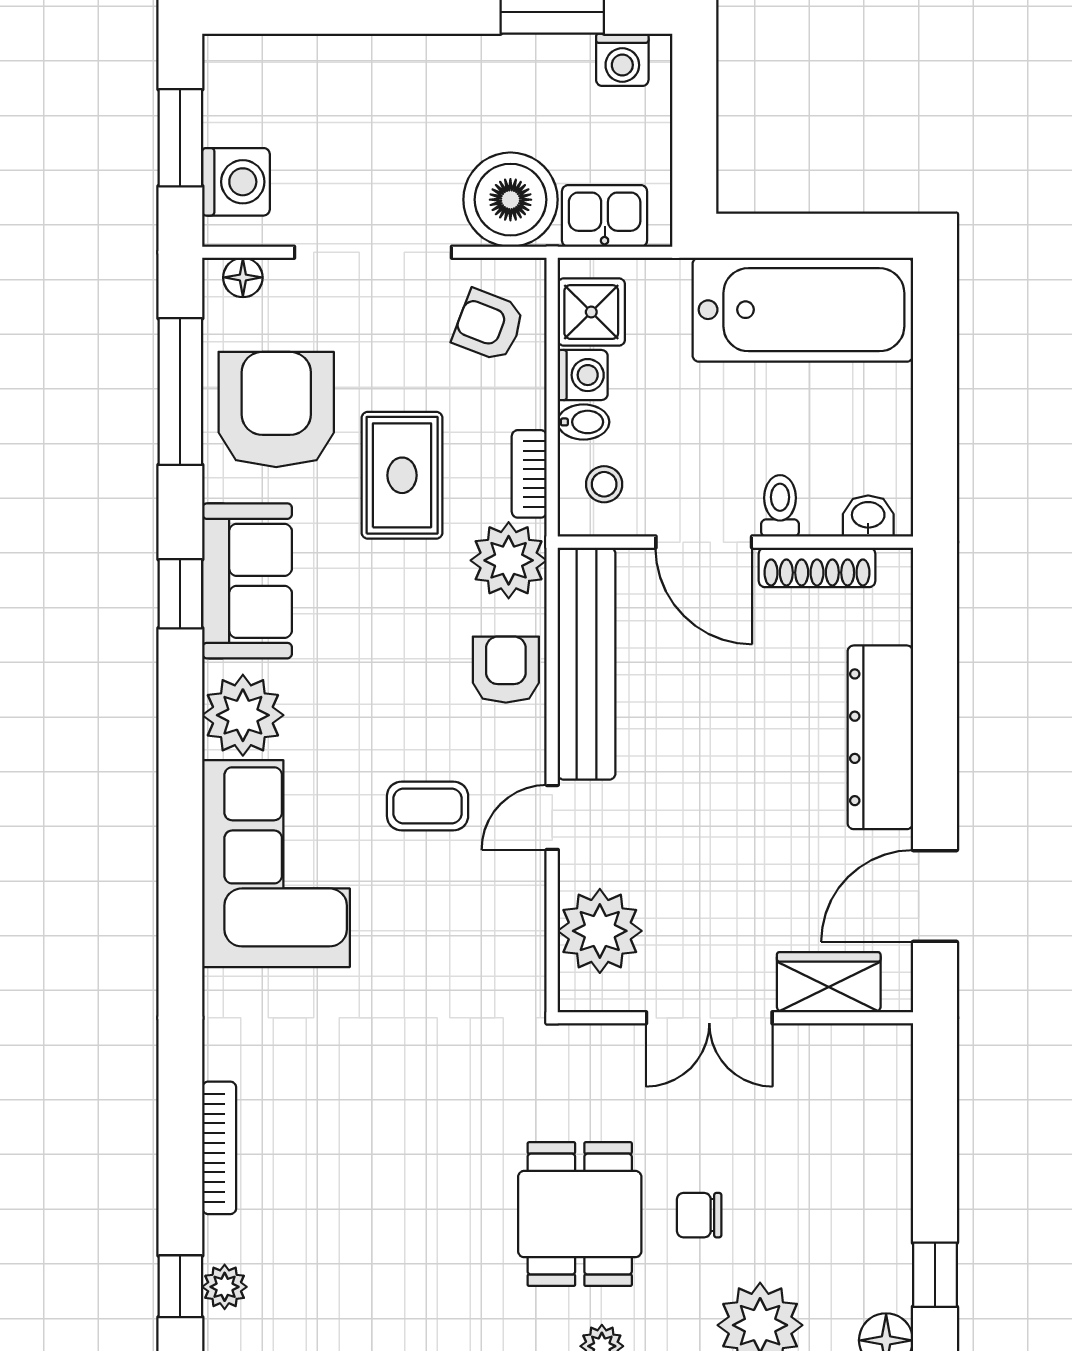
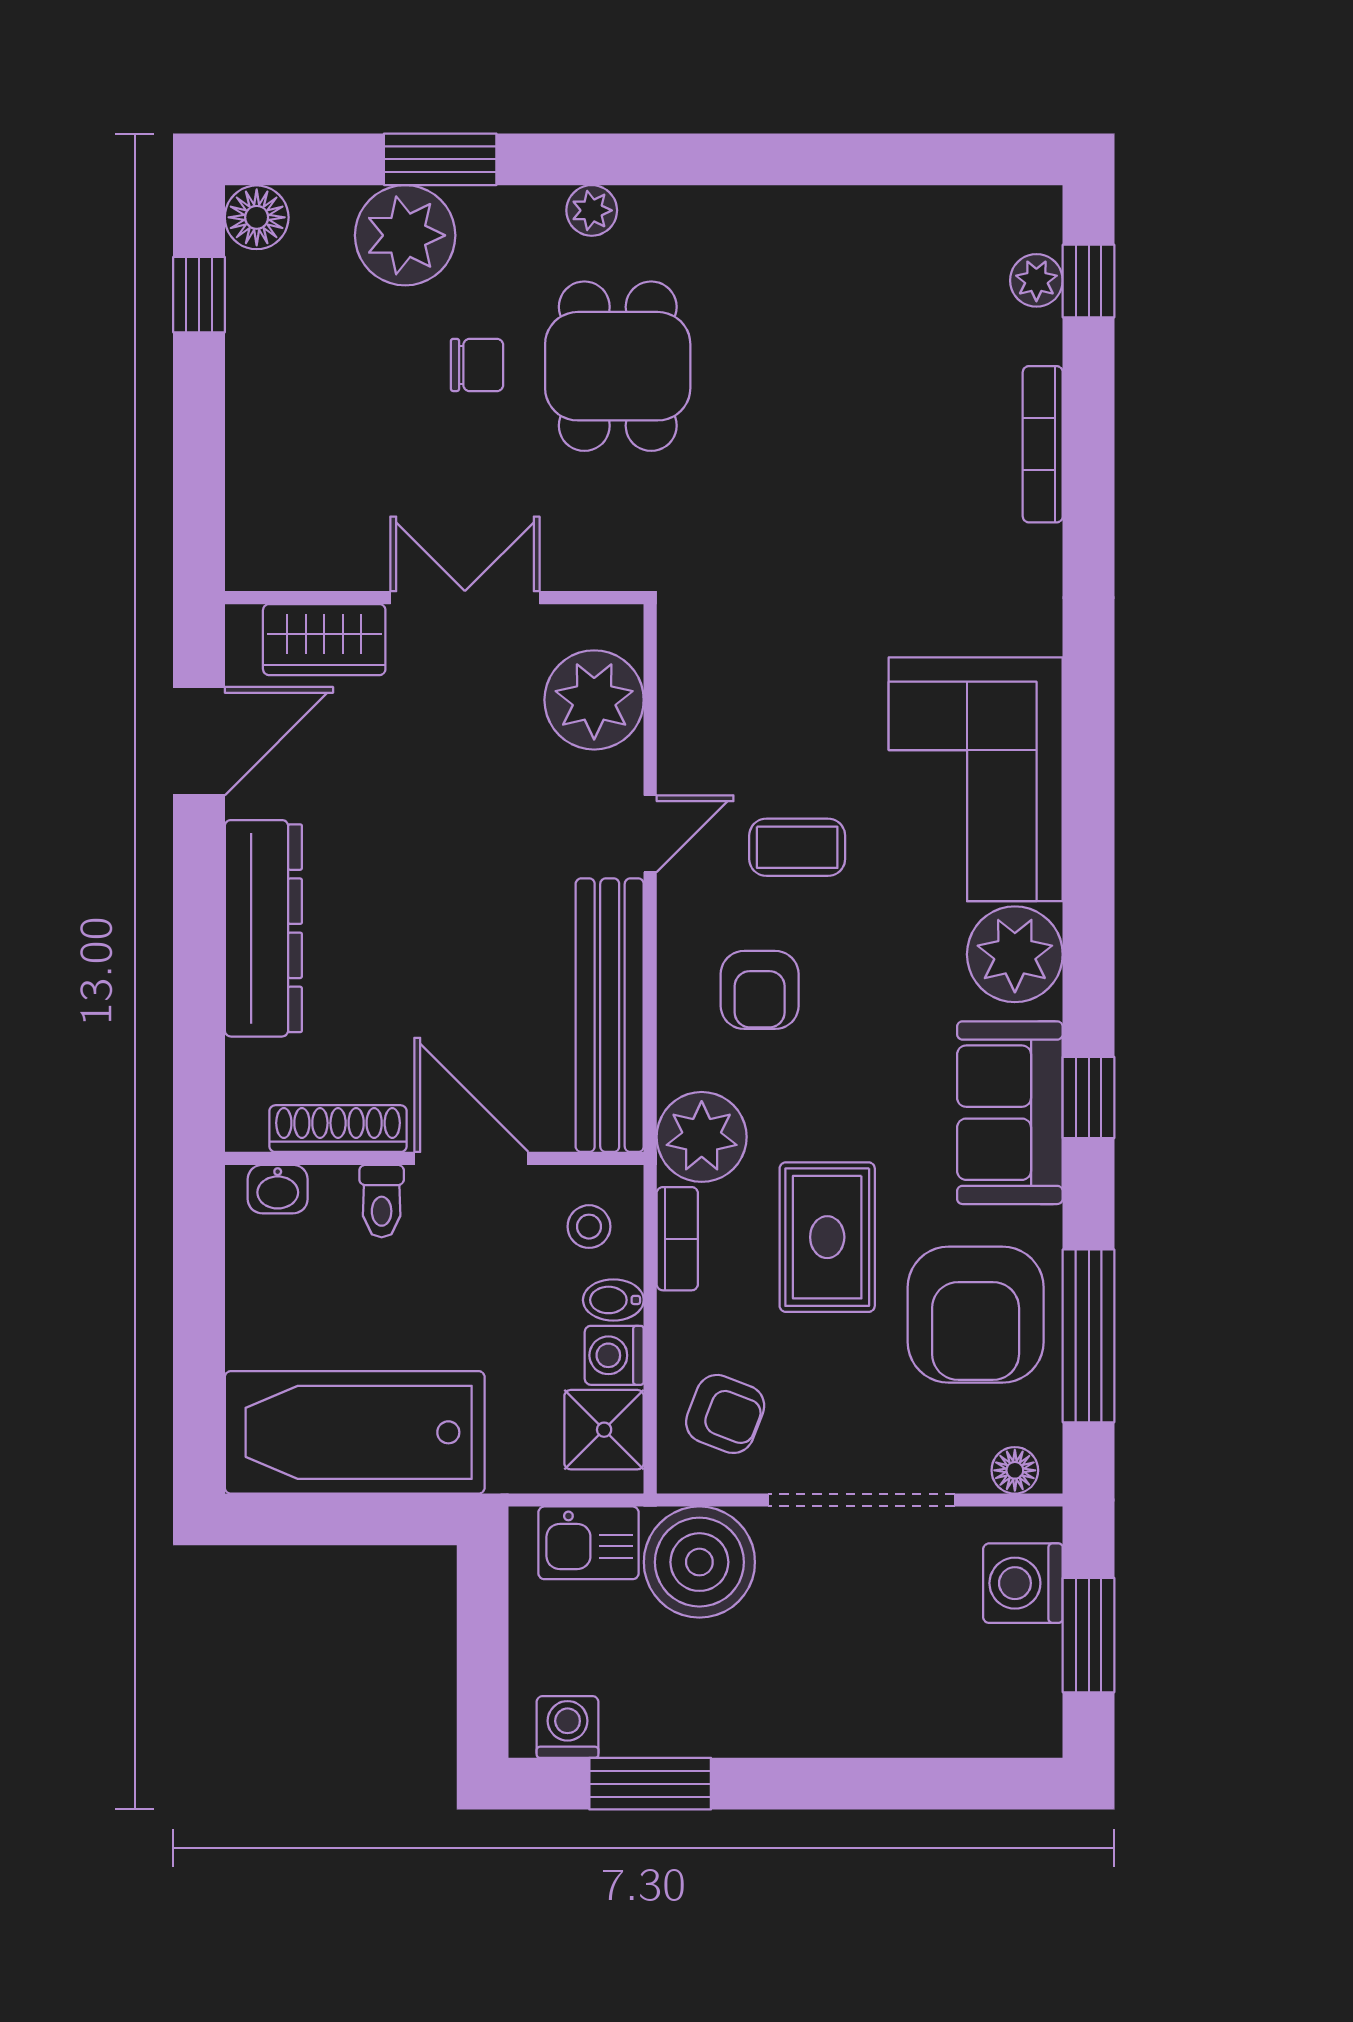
armchair: (506, 670) -> (760, 990), moved

